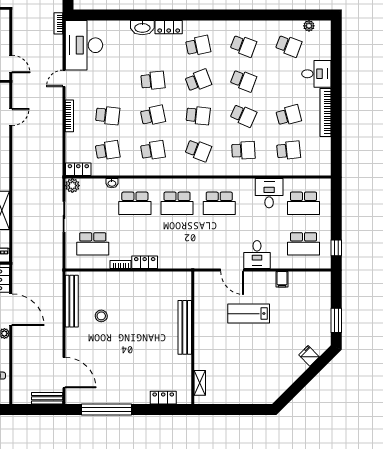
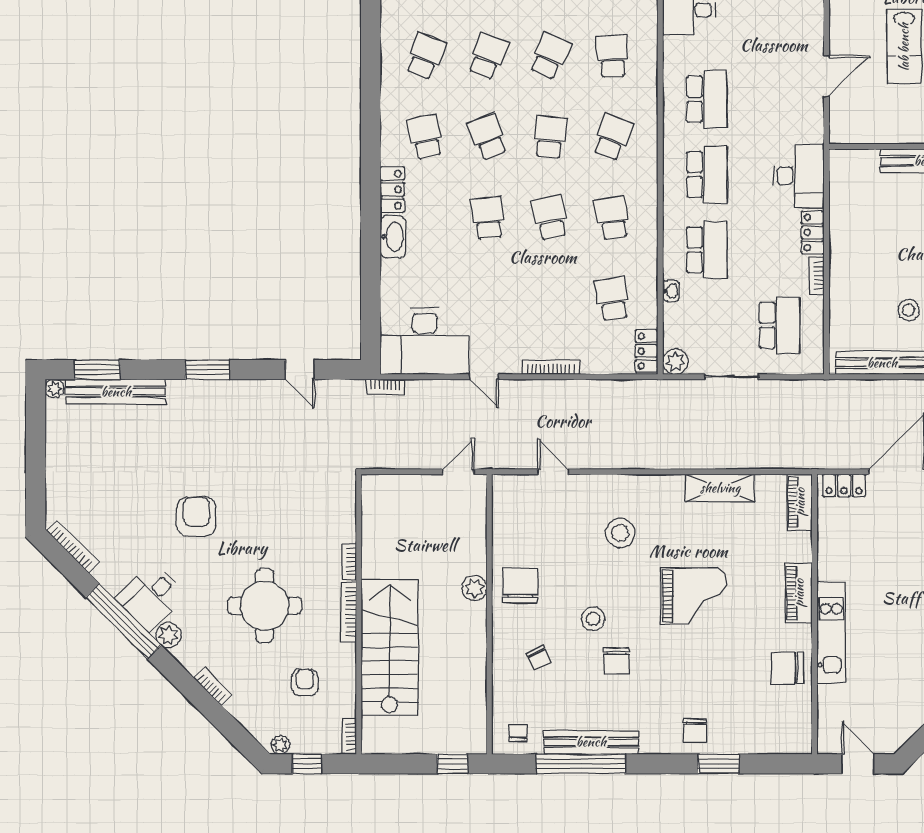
school desk: (108, 115) -> (550, 299), removed
desk: (257, 255) -> (799, 176), moved, width x1.37

